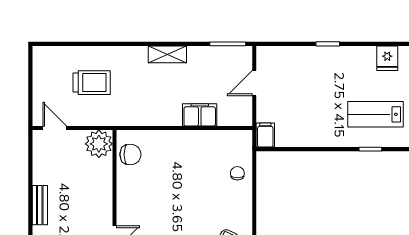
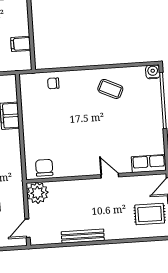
filing cabinet: (265, 135) -> (21, 44), moved
bench: (40, 205) -> (83, 236), width x1.36

